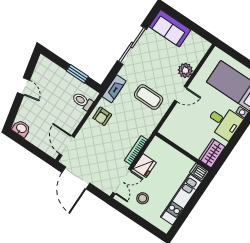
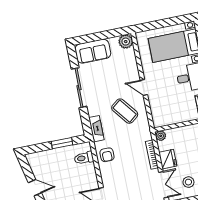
plant: (185, 70) -> (126, 42), moved
door: (181, 94) -> (144, 87), swing flipped
coffee table: (149, 97) -> (125, 111), turned 52
plant: (157, 143) -> (161, 136), added

